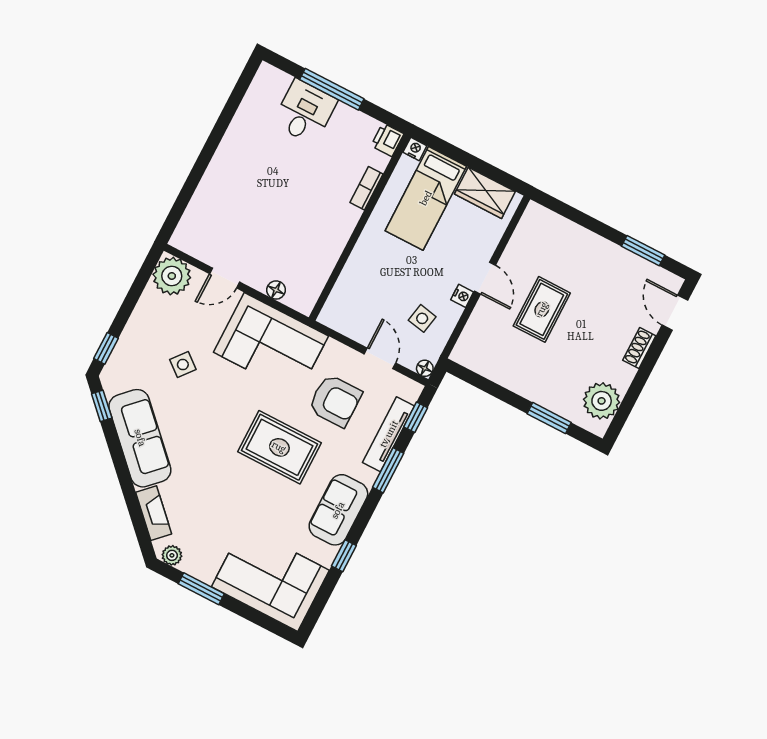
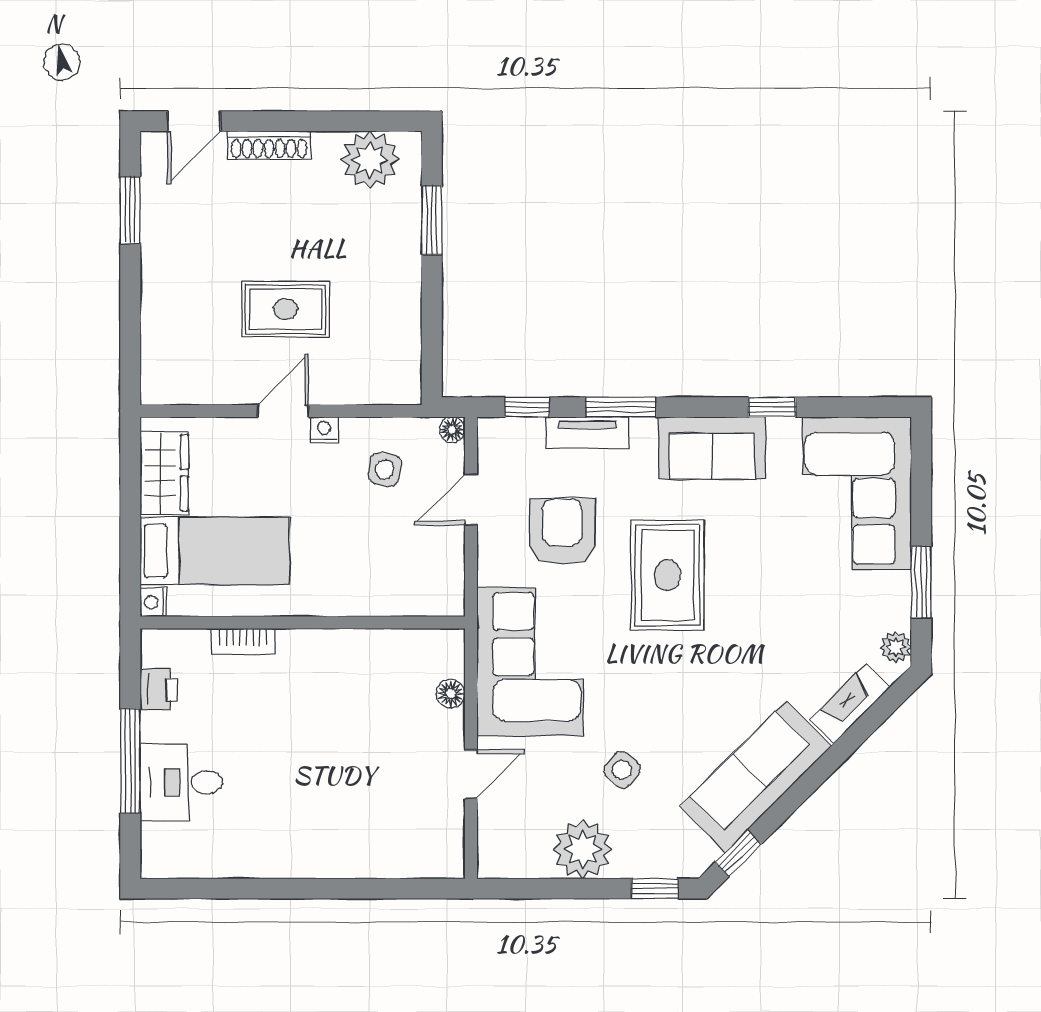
printer: (387, 140) -> (159, 689), moved, turned -90
plant: (172, 276) -> (582, 849), moved
door: (225, 278) -> (471, 774), hinge flipped
shoe rack: (639, 348) -> (269, 145), width x1.43
tv unit: (389, 434) -> (587, 433), width x0.71

